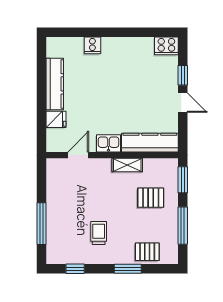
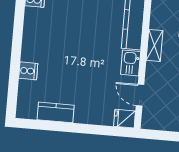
kitchen counter: (55, 84) -> (56, 112), width x0.67
fridge: (56, 119) -> (125, 119), moved, turned -90

